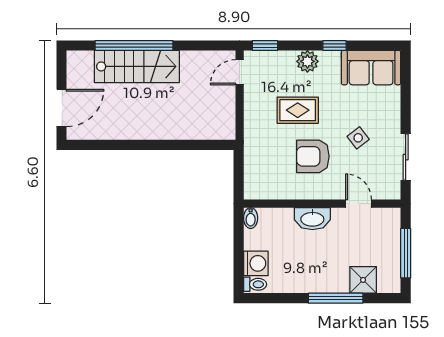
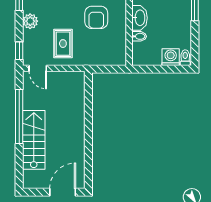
window: (134, 45) -> (19, 116), moved
door: (62, 108) -> (63, 192), hinge flipped
rug: (298, 110) -> (63, 44), moved
bidet: (251, 218) -> (139, 36), moved

